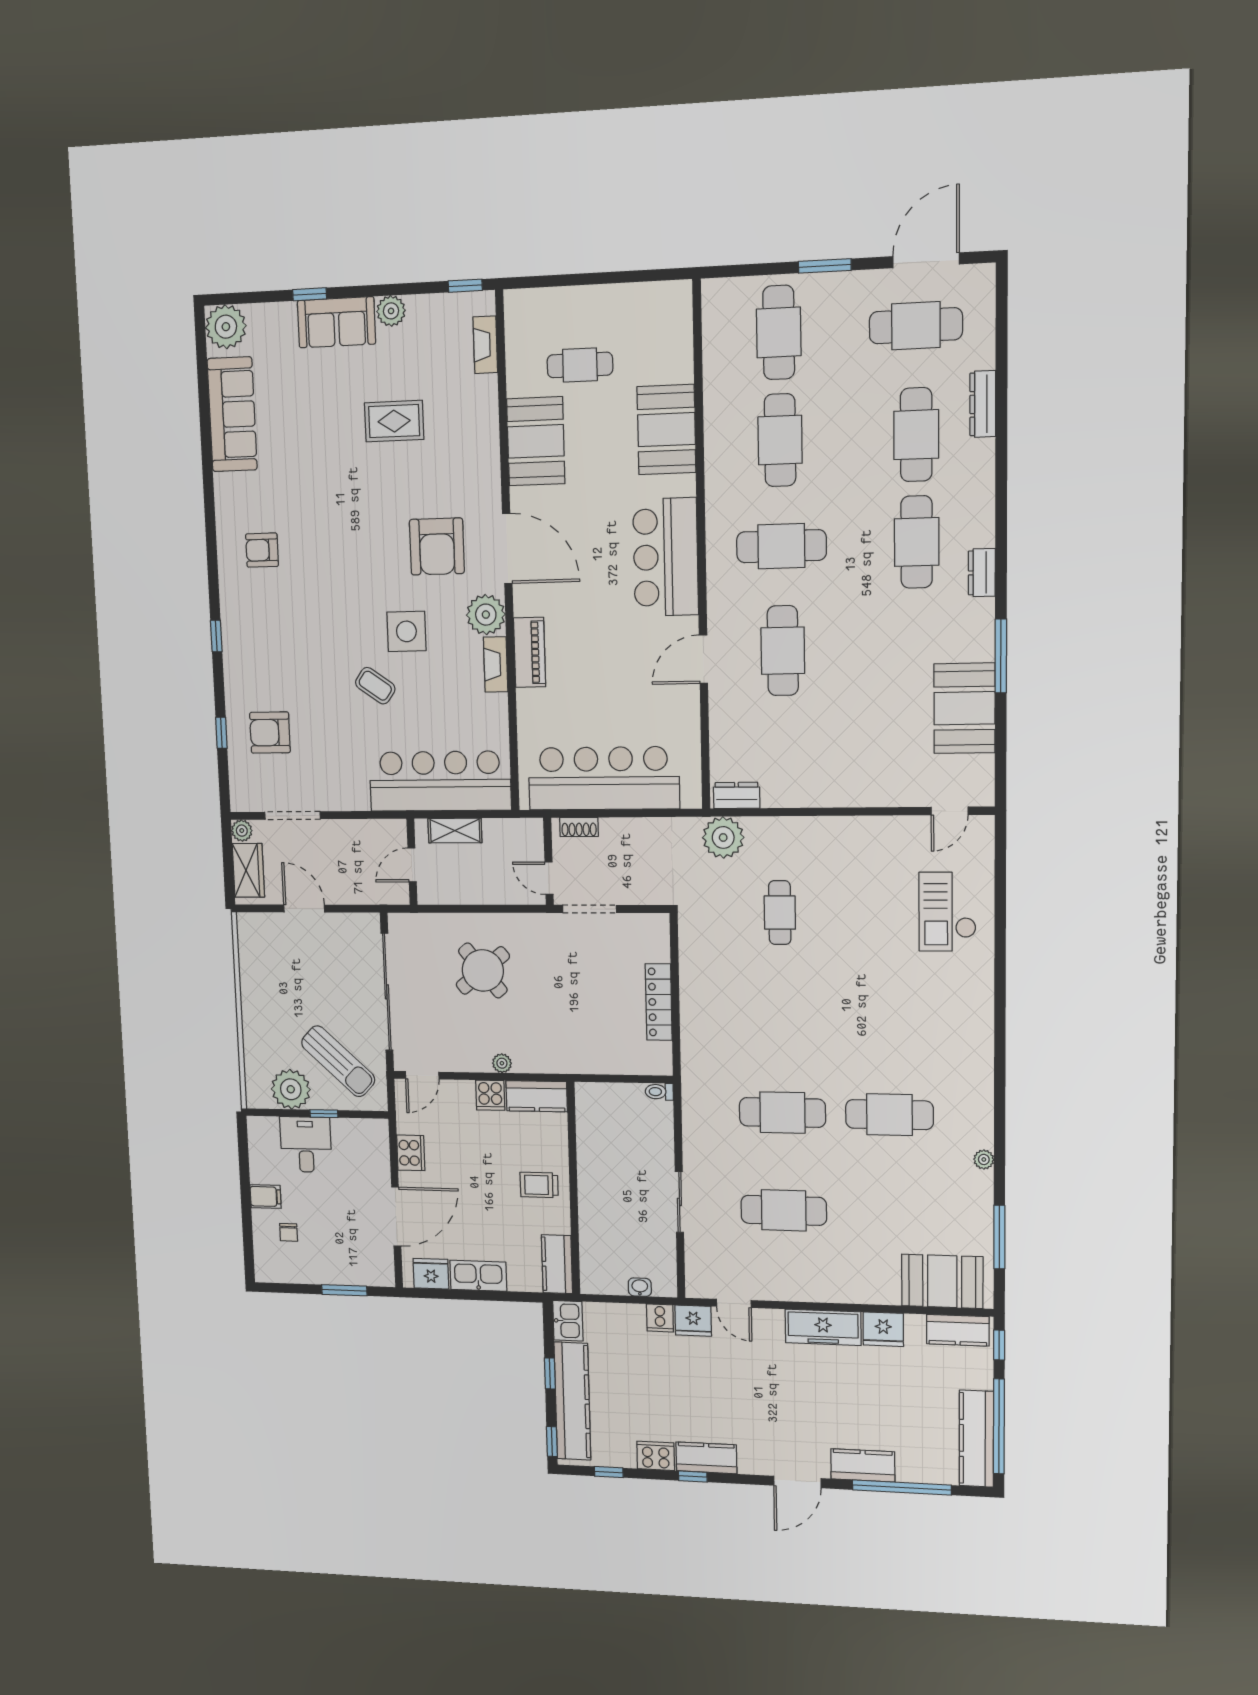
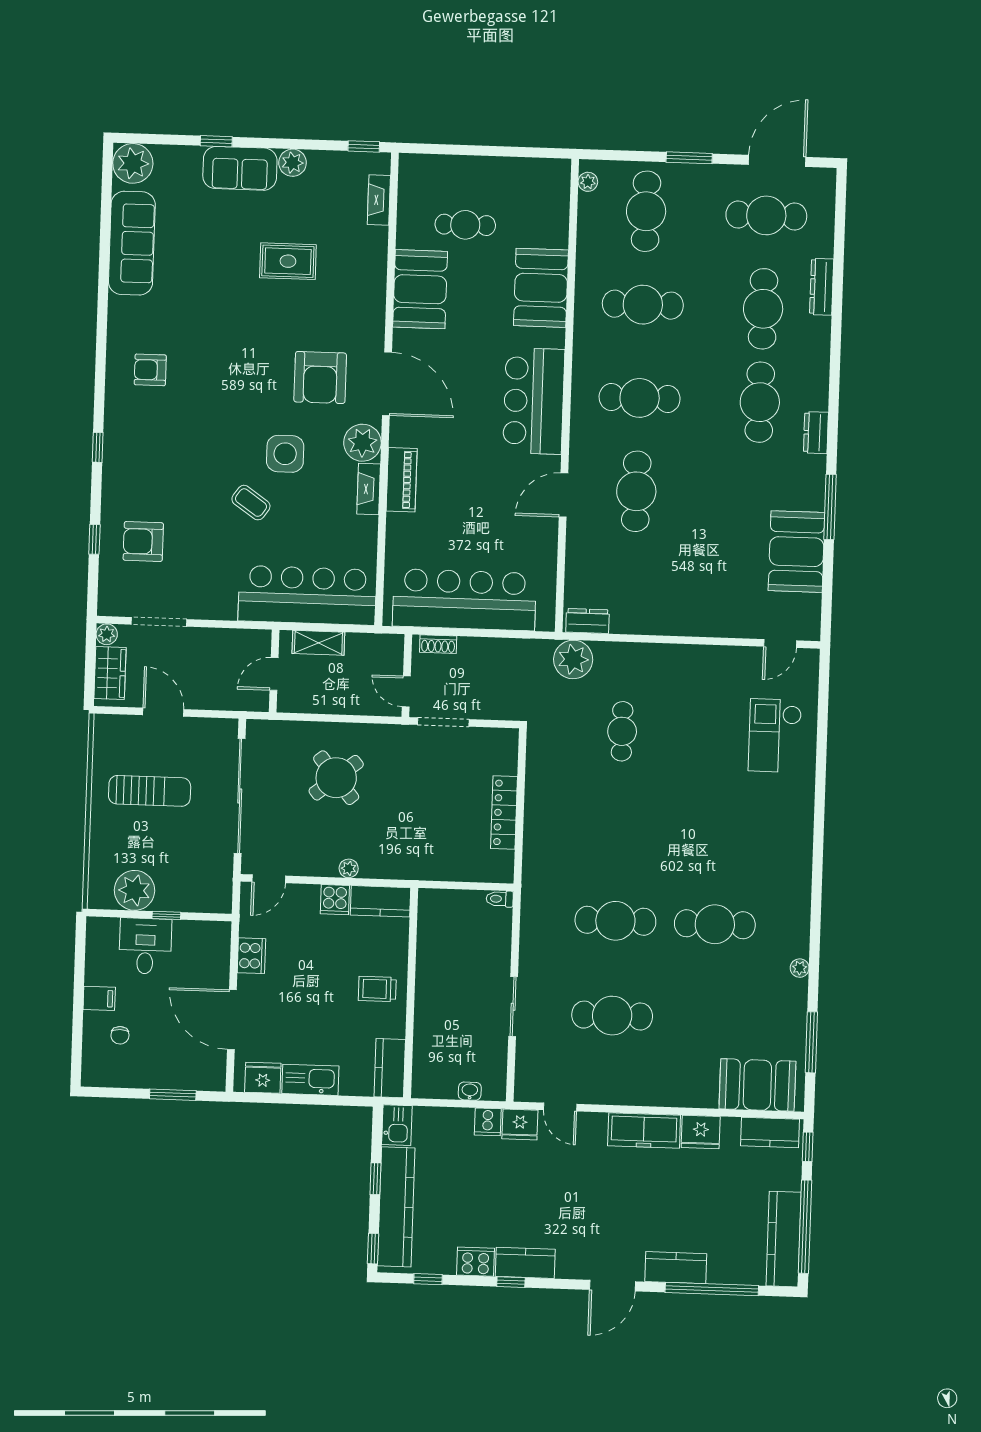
plant: (712, 304) -> (588, 182), added
cafe table: (780, 440) -> (643, 305), turned 90
sun lounger: (338, 1061) -> (150, 791), moved, turned -43
door: (396, 1217) -> (232, 1020), swing flipped

